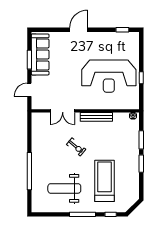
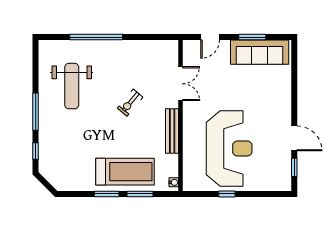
door: (79, 30) -> (294, 138), moved
reception desk: (109, 76) -> (229, 148), turned 180
door: (29, 90) -> (210, 37), swing flipped
double door: (63, 111) -> (180, 84), swing flipped
treadmill: (105, 181) -> (125, 172), moved
weight bench: (64, 188) -> (72, 86), turned 180

